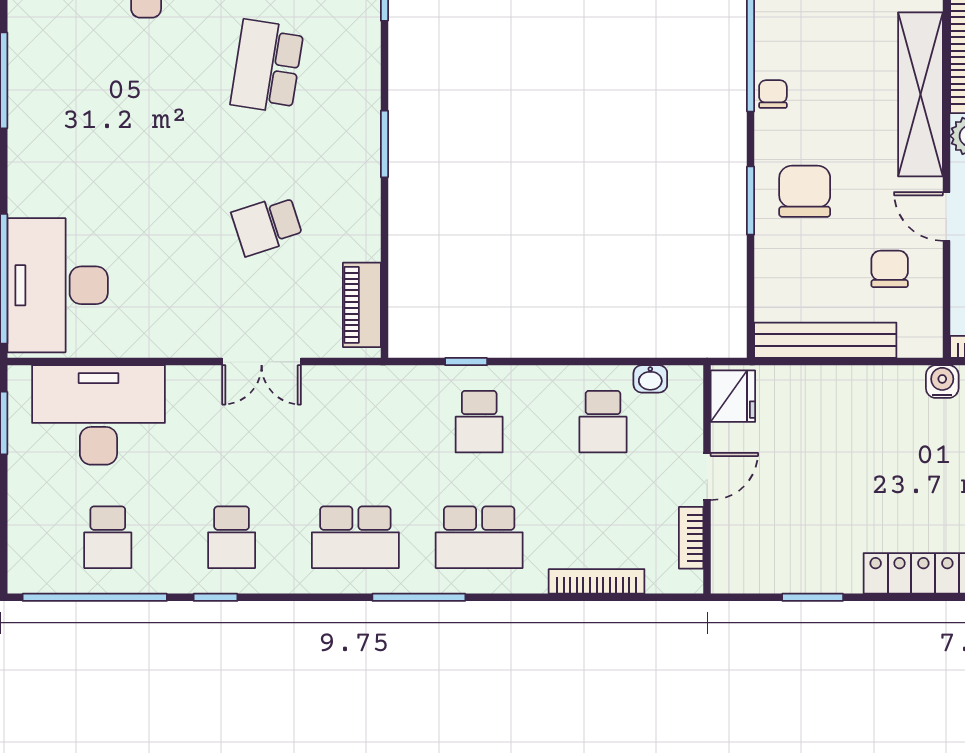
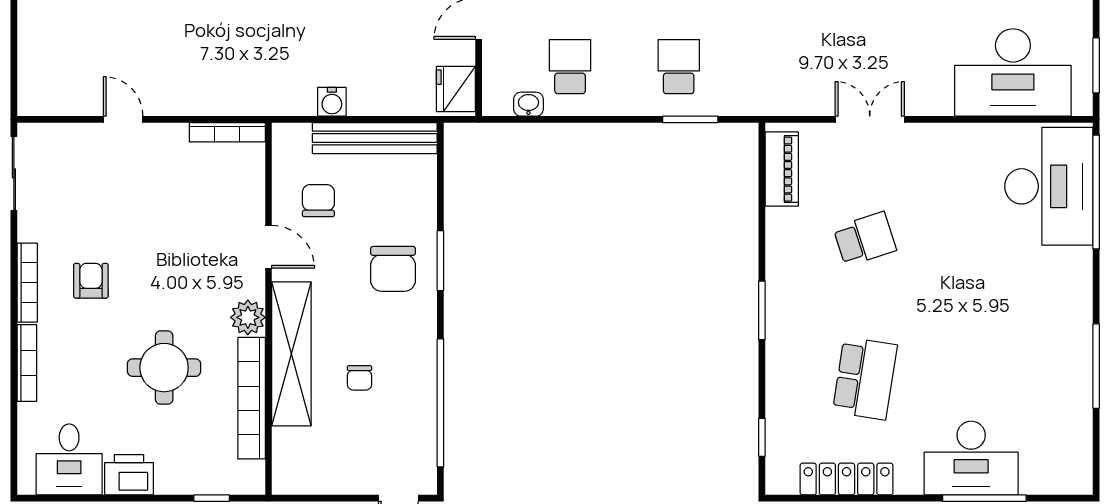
chair: (773, 94) -> (359, 378), moved
chair: (890, 269) -> (318, 201), turned 180
window: (466, 362) -> (690, 119), width x1.50
water cooler: (942, 382) -> (332, 102), moved

